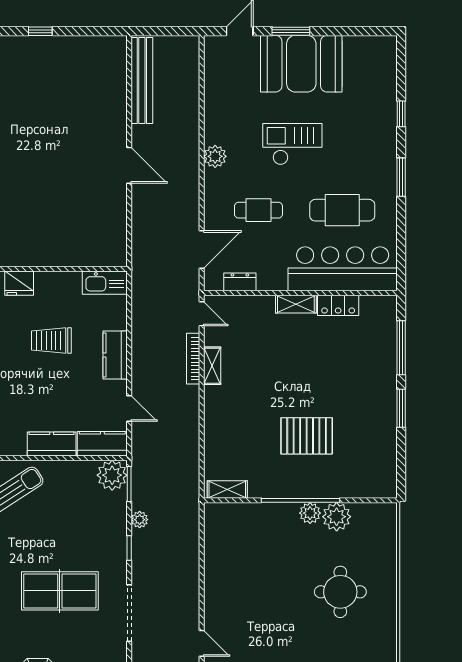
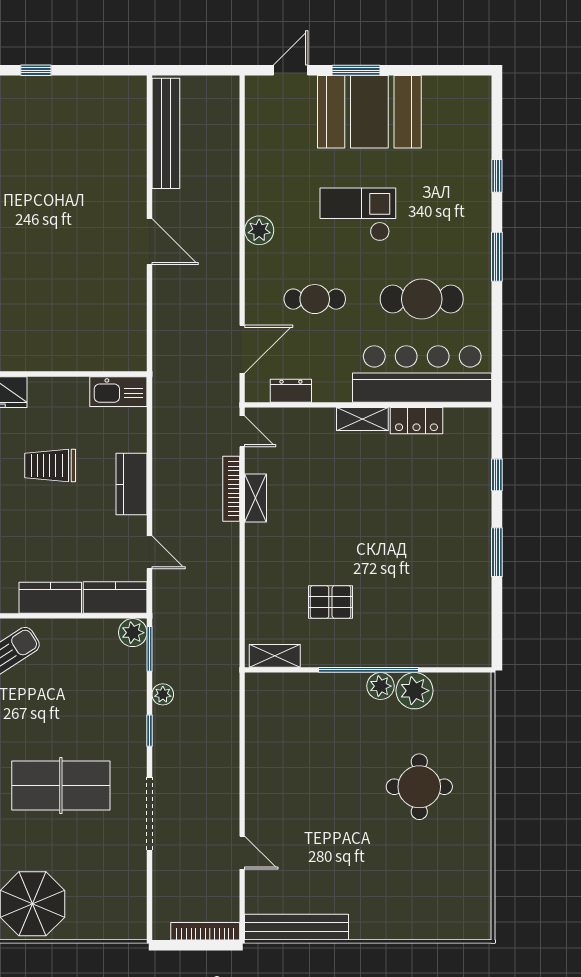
window: (401, 348) -> (497, 475), width x0.46
pallet: (307, 436) -> (330, 602), moved, width x0.67, depth x0.71
plant: (112, 475) -> (133, 633), width x0.73, depth x0.73

